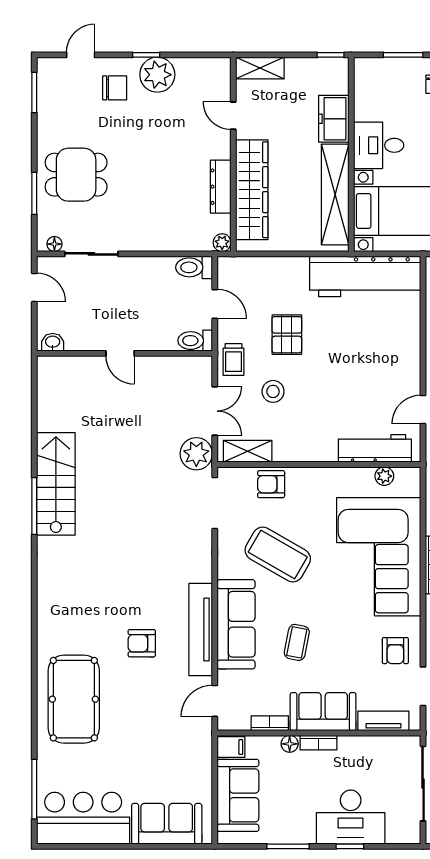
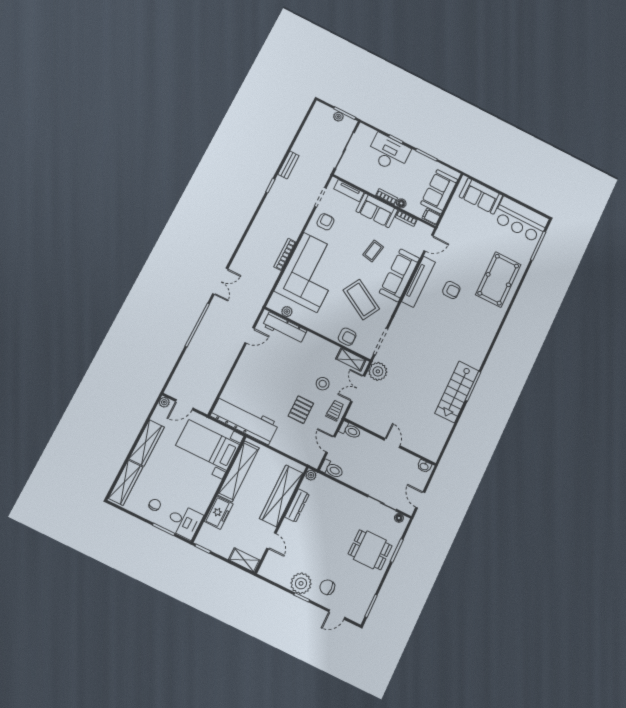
desk: (379, 145) -> (184, 521), moved

